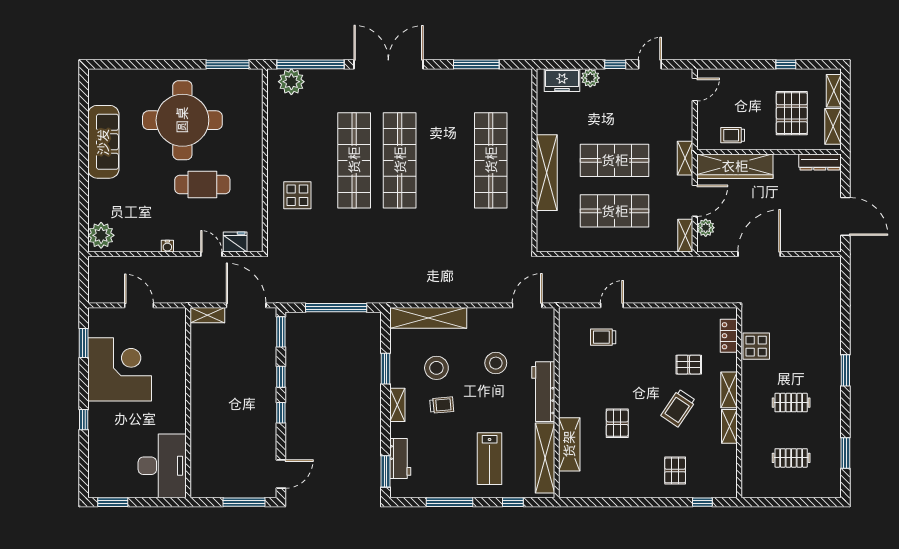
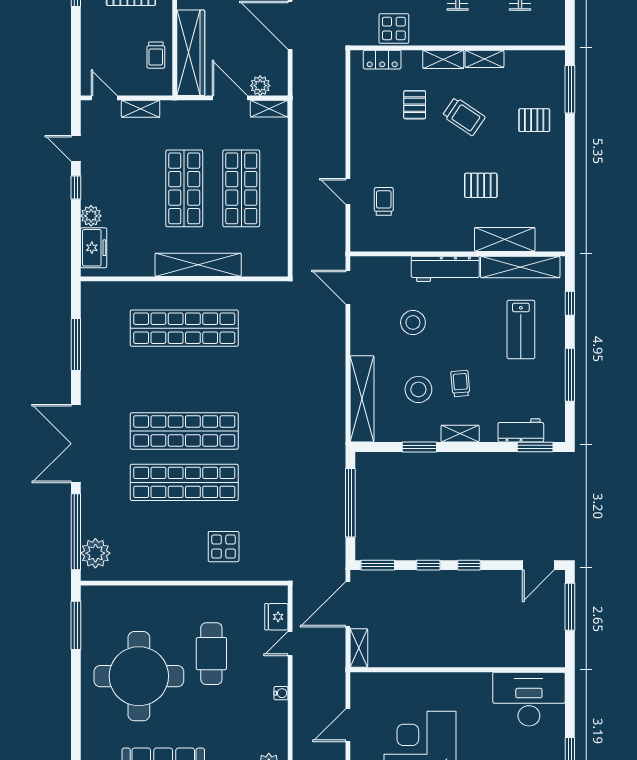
shelving: (685, 158) -> (141, 109), moved
trolley: (603, 337) -> (384, 201), turned 180
lab bench: (490, 459) -> (521, 330), turned 90
door: (281, 474) -> (538, 565), swing flipped
window: (702, 502) -> (570, 89), width x2.17

